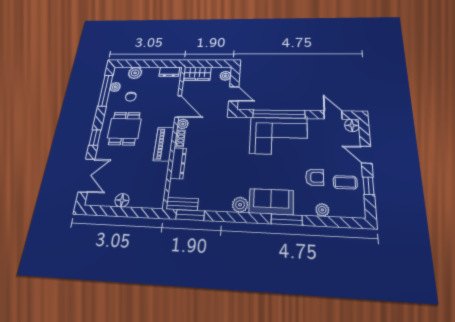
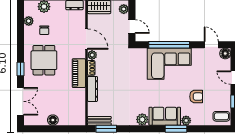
window: (105, 90) -> (21, 25), removed
coffee table: (345, 182) -> (221, 116), moved
plant: (322, 210) -> (186, 121), moved

